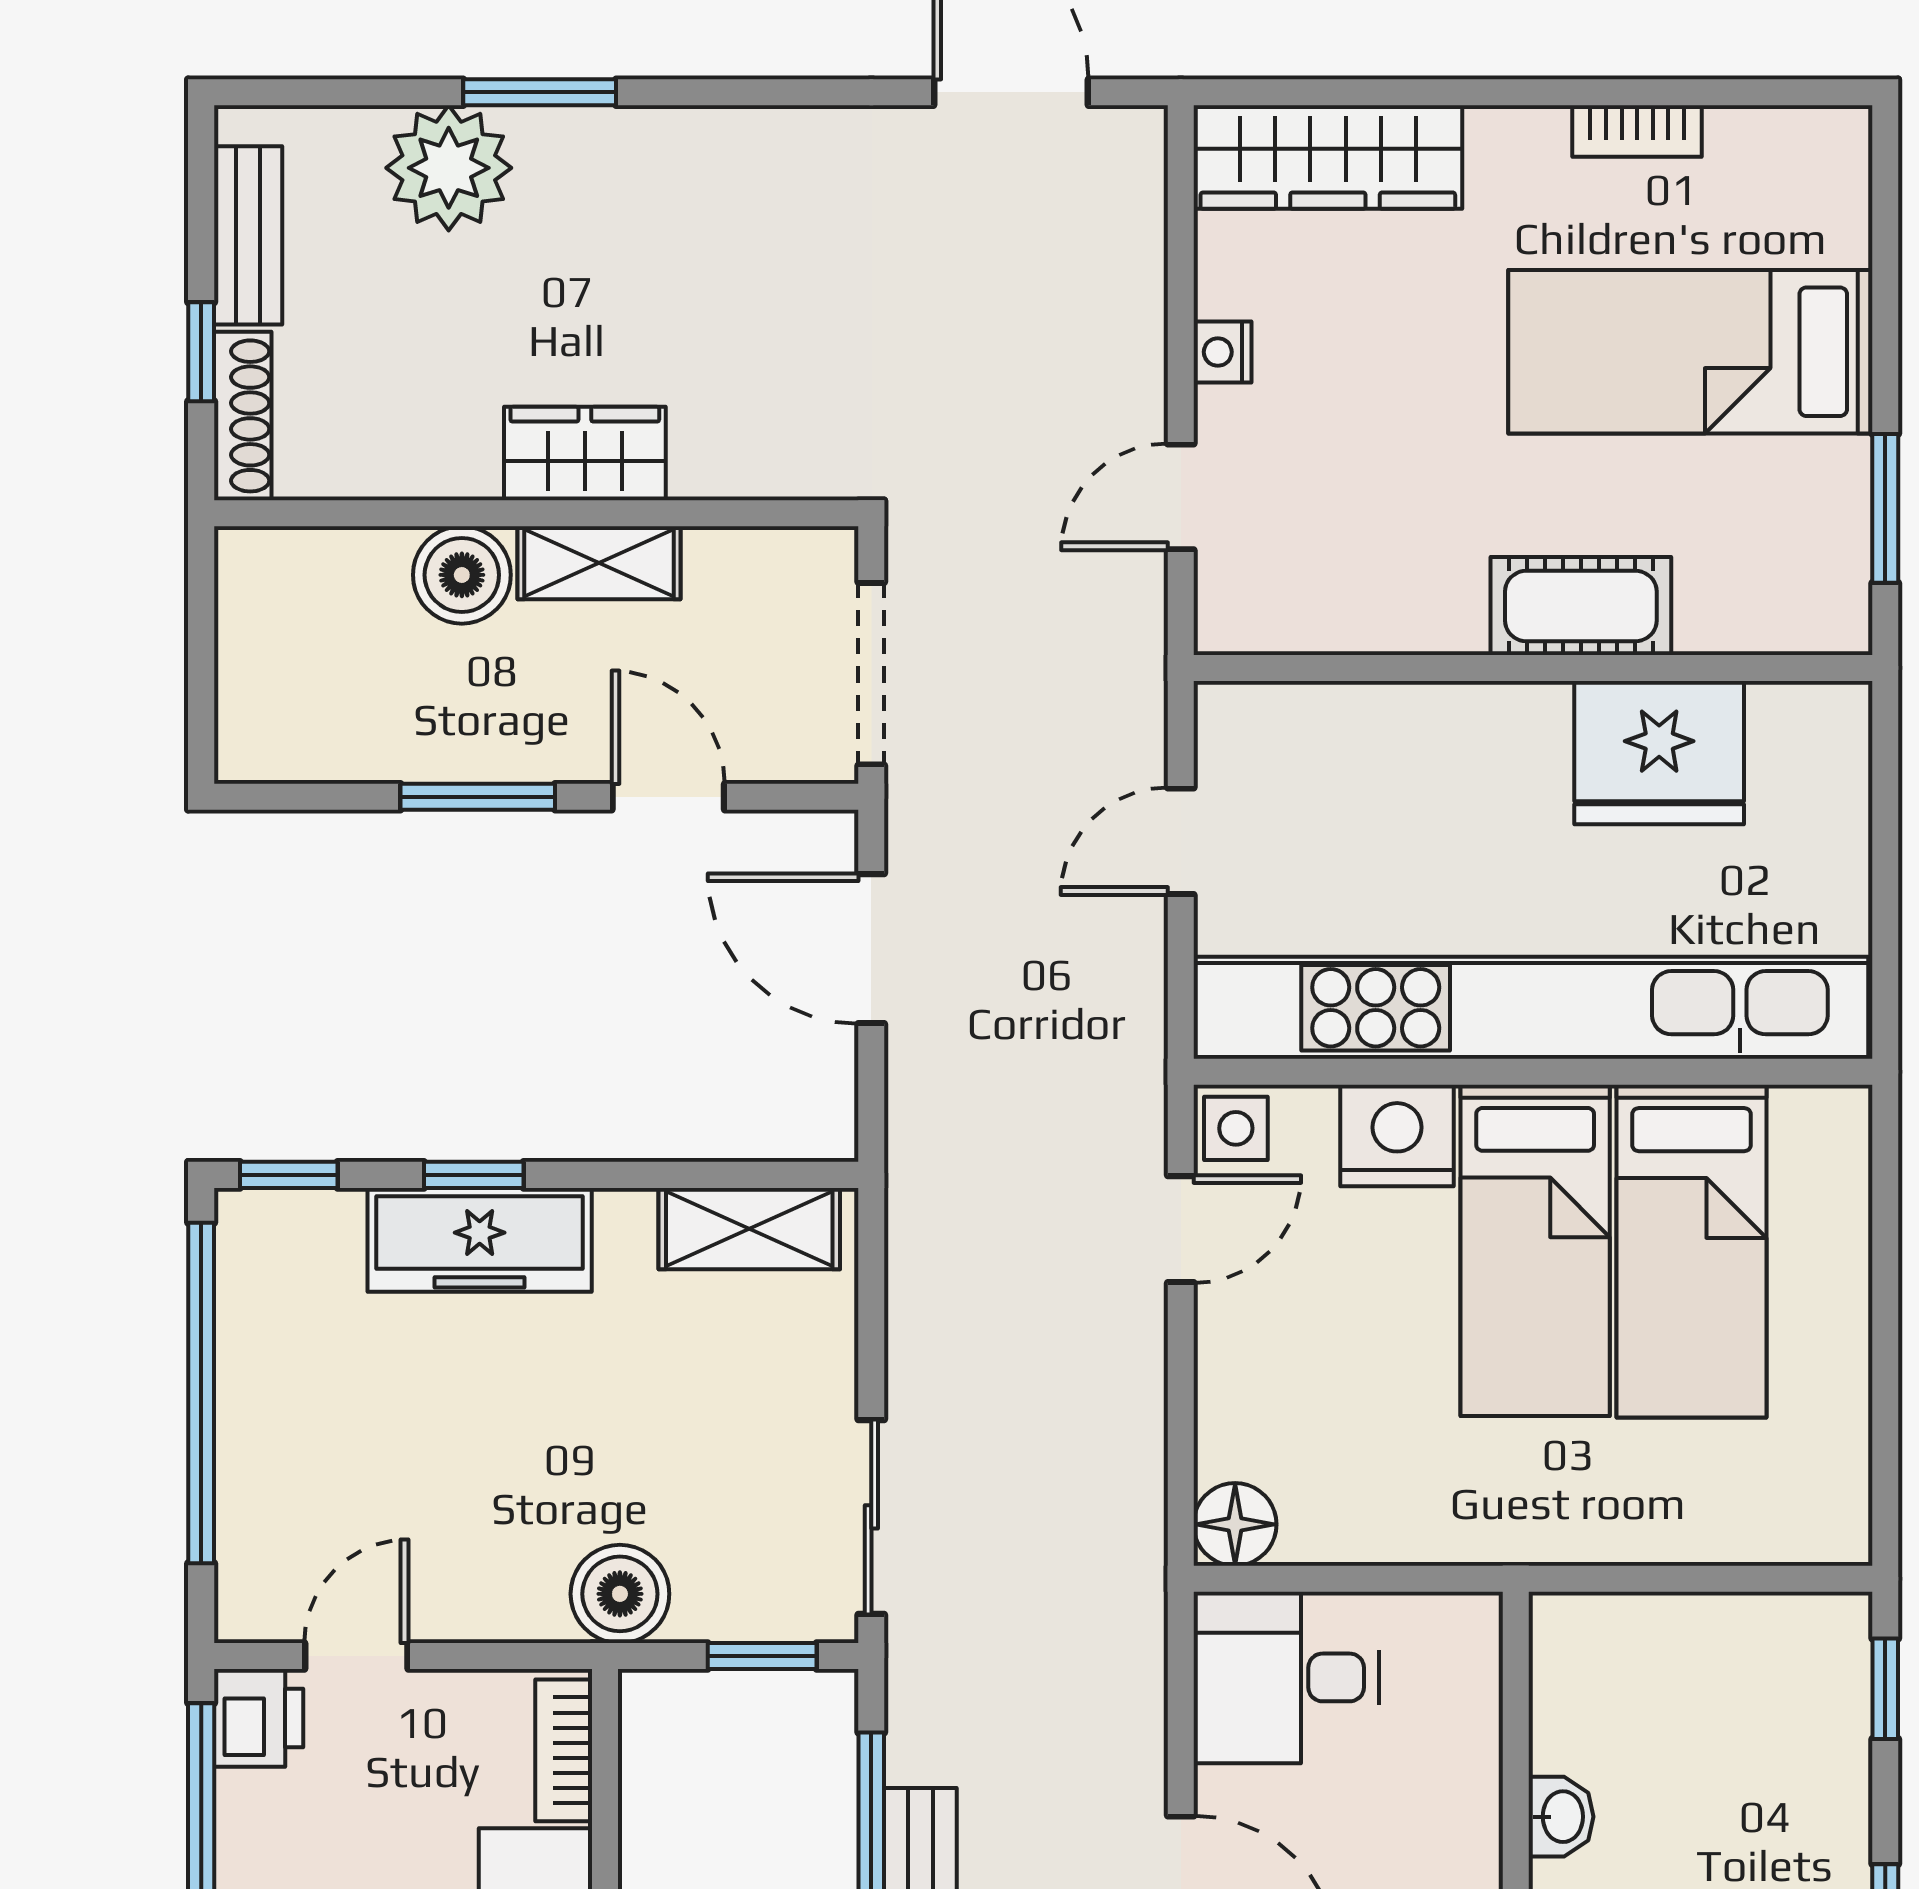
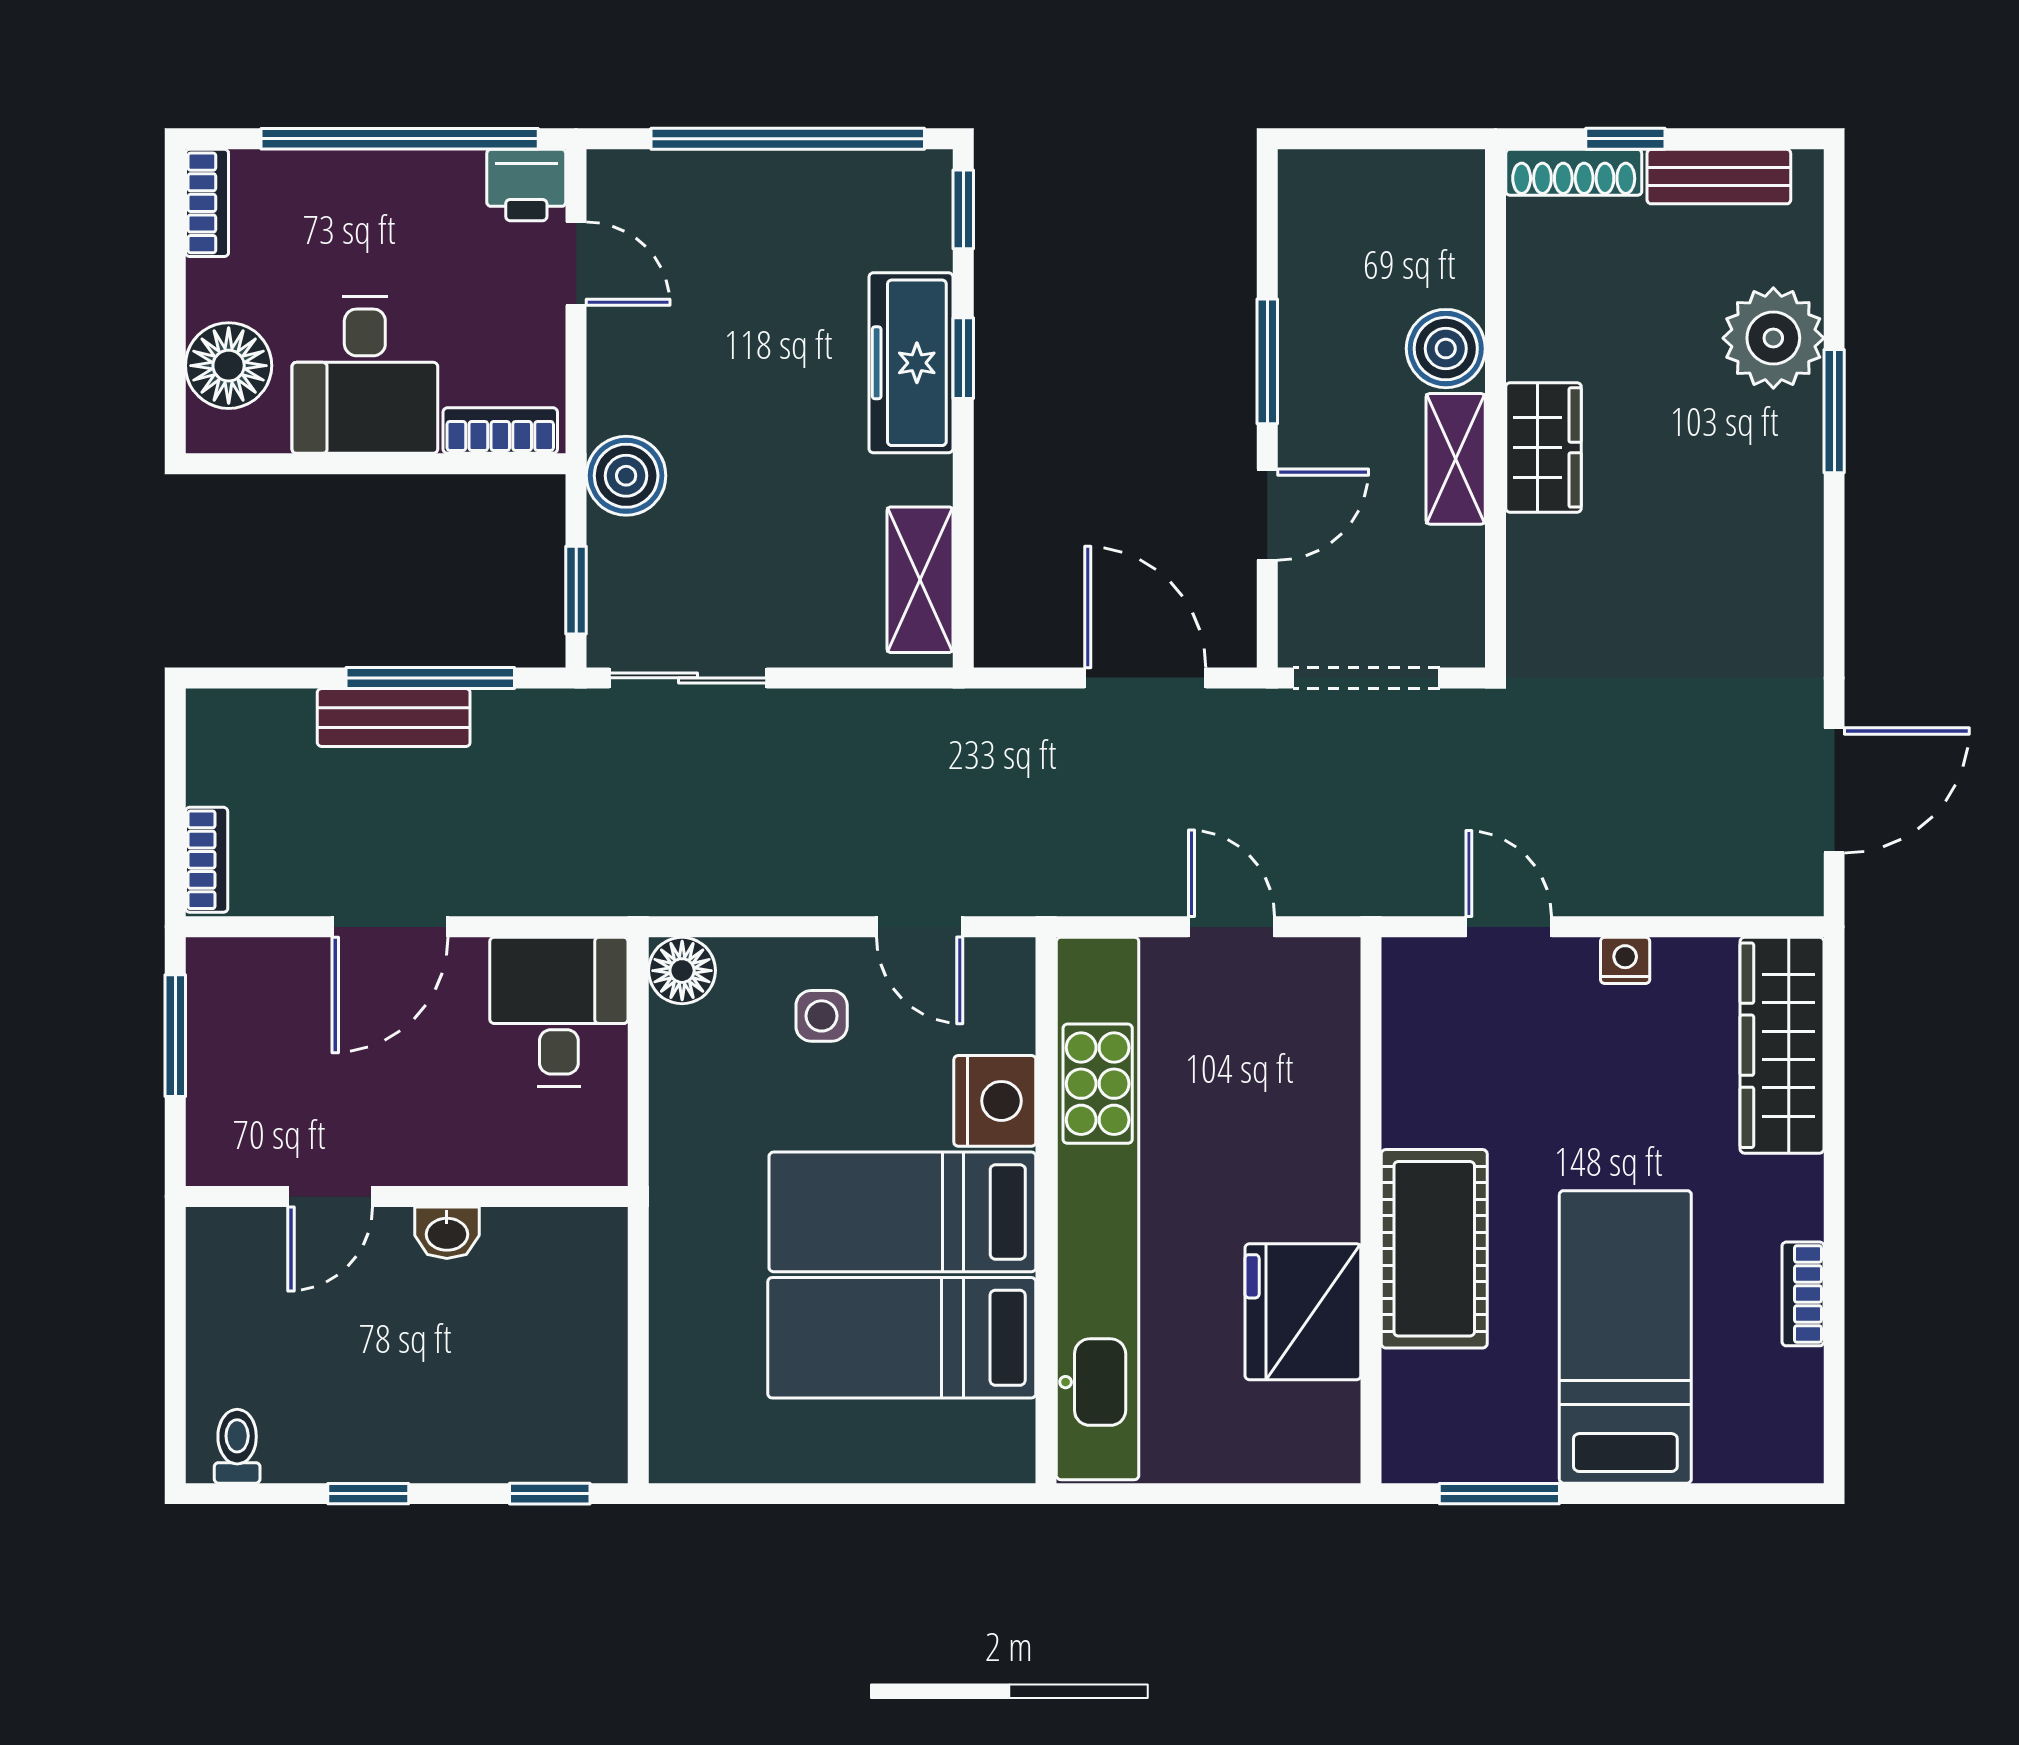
cot: (1581, 606) -> (1434, 1249), width x1.37, depth x1.34
door: (871, 949) -> (1145, 678), hinge flipped
side table: (1236, 1128) -> (822, 1016), moved

